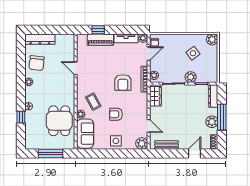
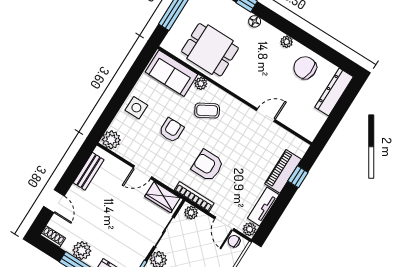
door: (149, 126) -> (142, 172), moved

